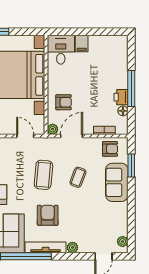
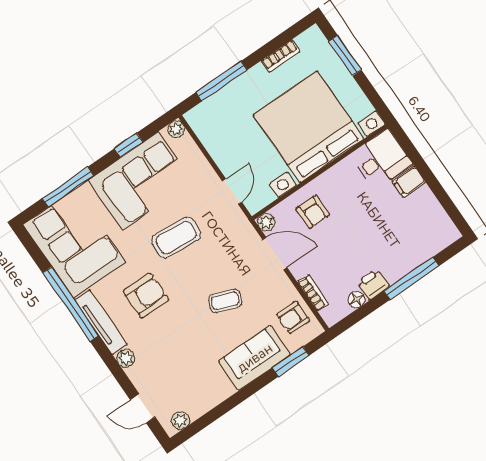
window: (131, 89) -> (411, 278), moved
armchair: (110, 149) -> (293, 318), turned 90
coffee table: (43, 175) -> (176, 237), moved

